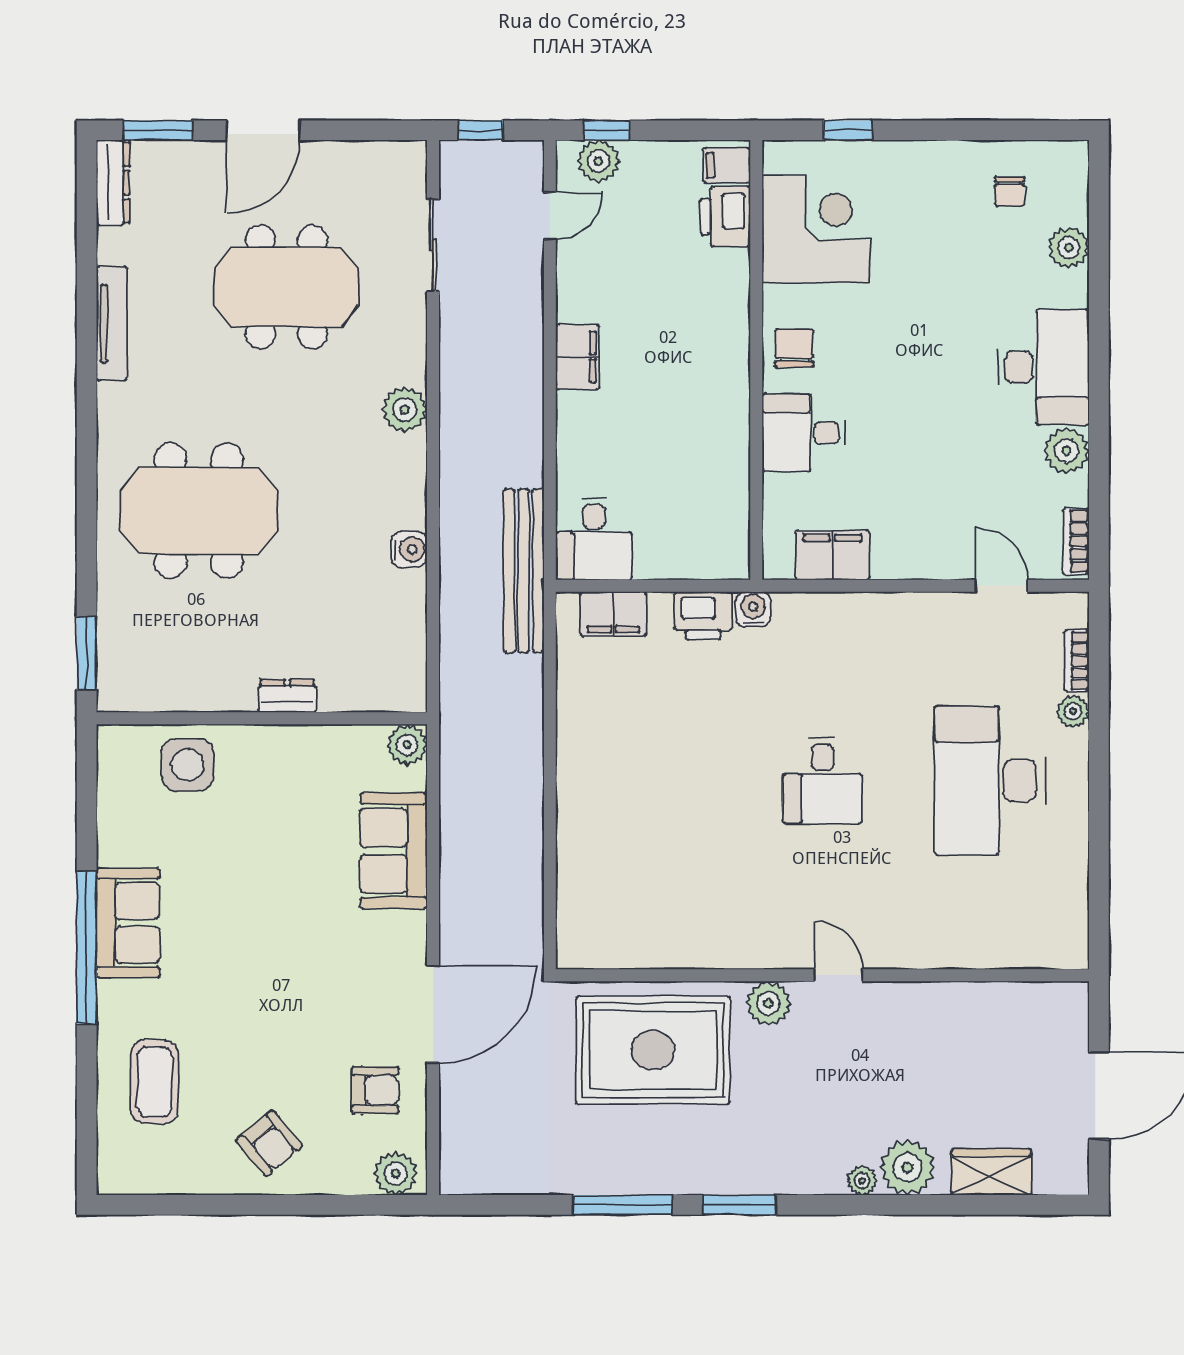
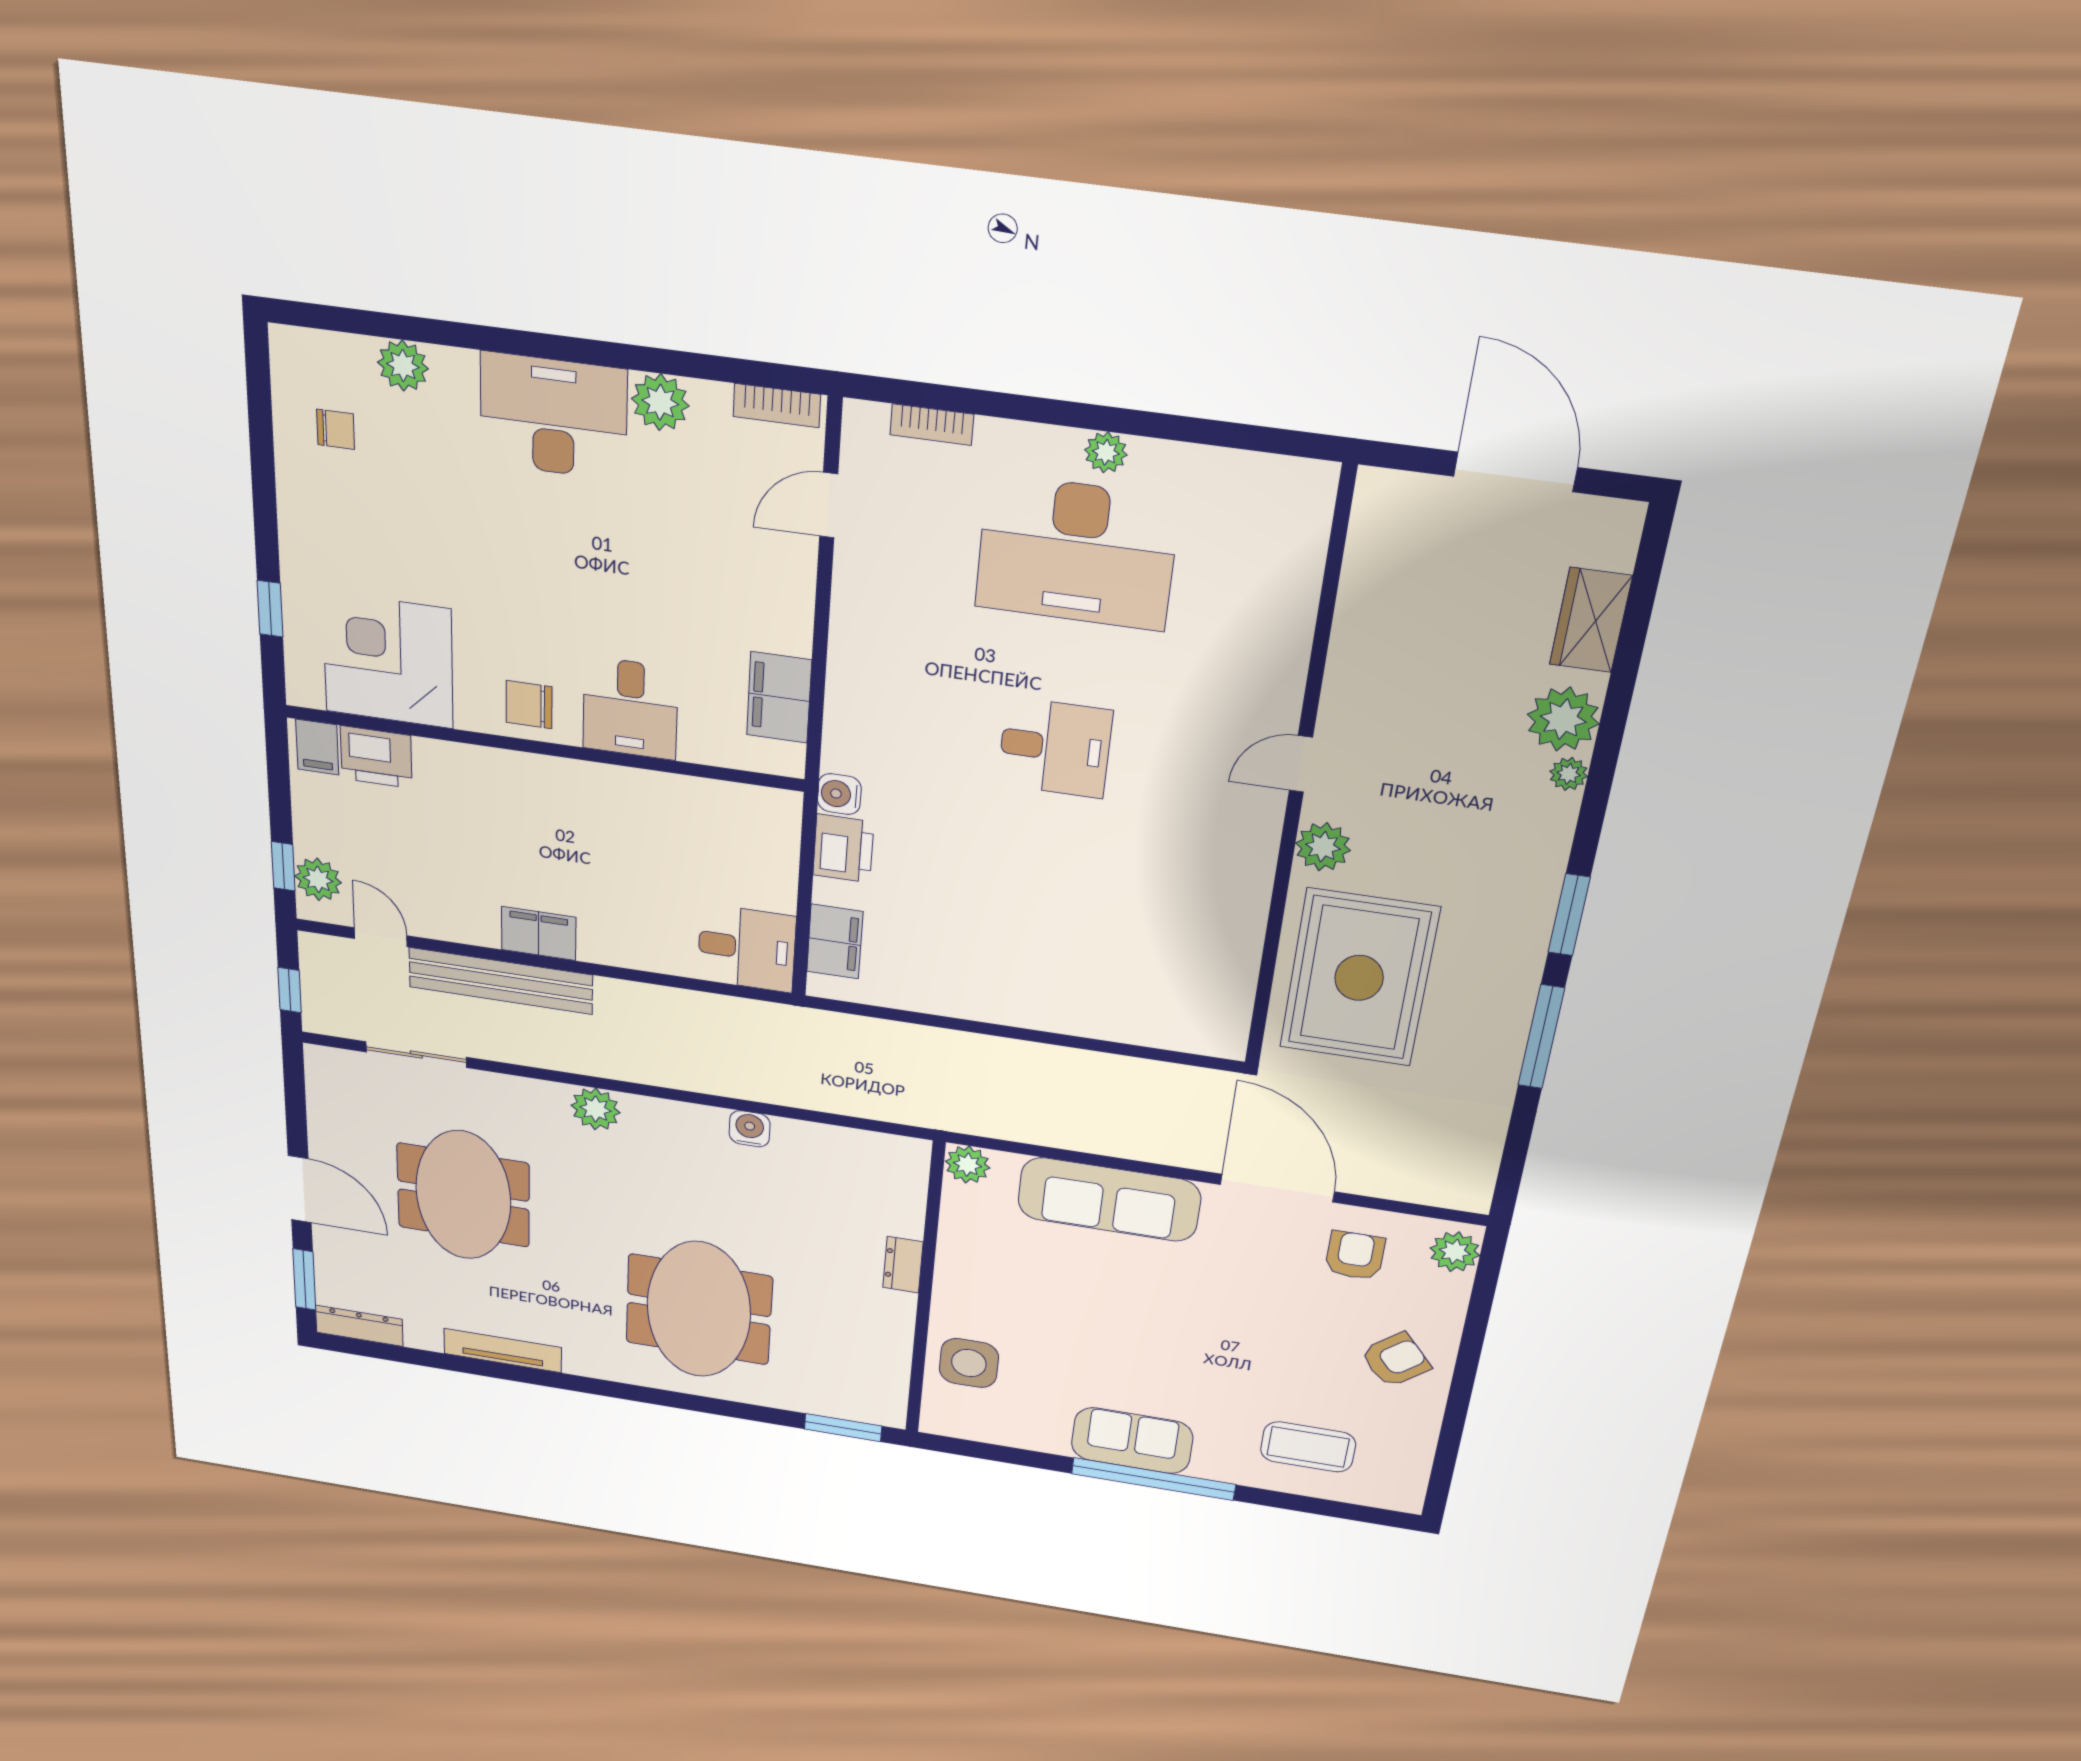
bench: (524, 571) -> (501, 981), moved
plant: (1073, 711) -> (1106, 452), moved
sofa: (394, 851) -> (1109, 1200), width x1.36

